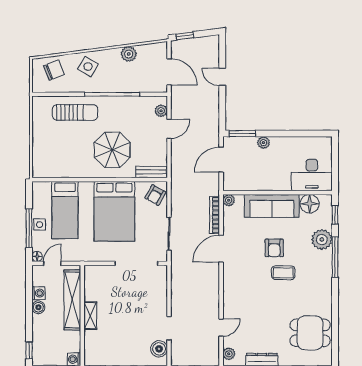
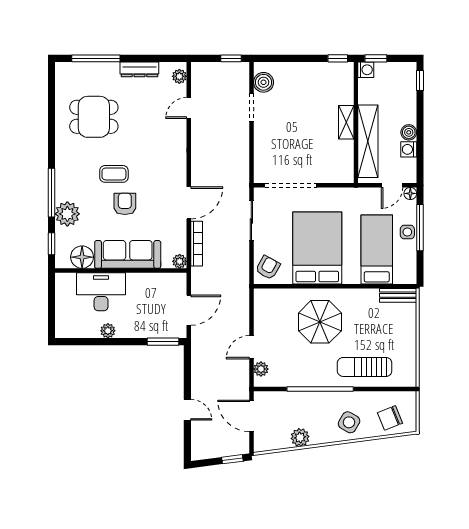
plant: (263, 143) -> (108, 331), moved
bench: (151, 172) -> (398, 295), moved
desk: (312, 175) -> (101, 292), moved
dining table: (310, 333) -> (94, 117), moved

